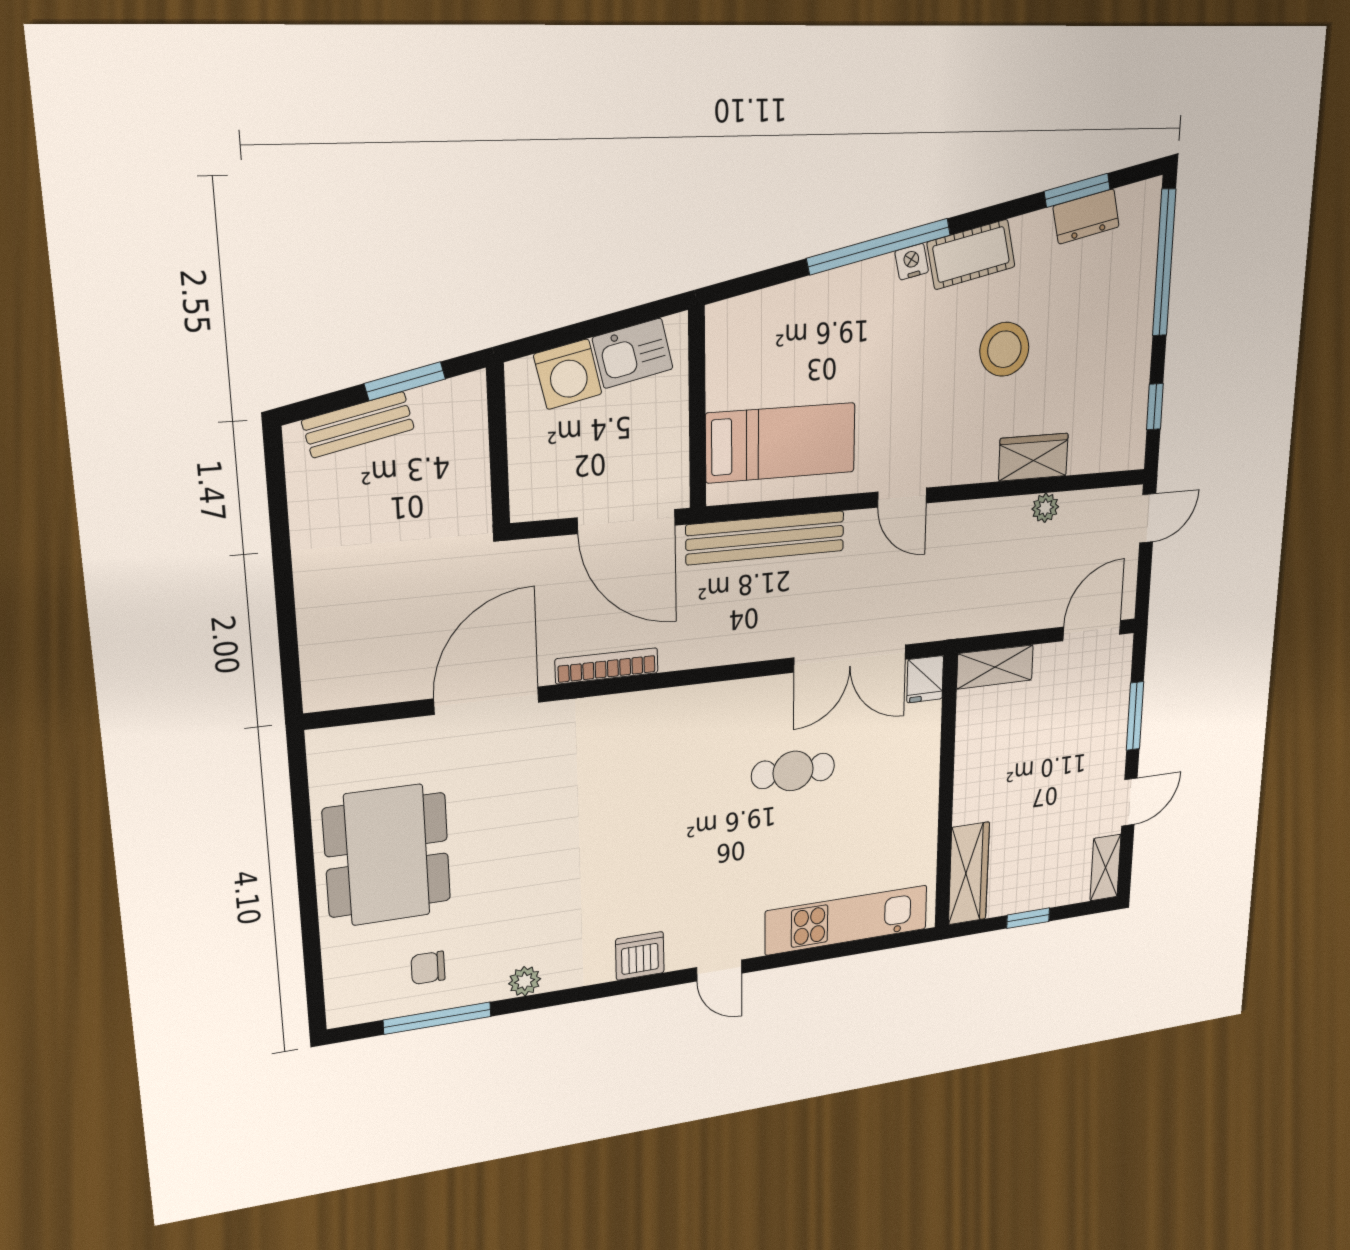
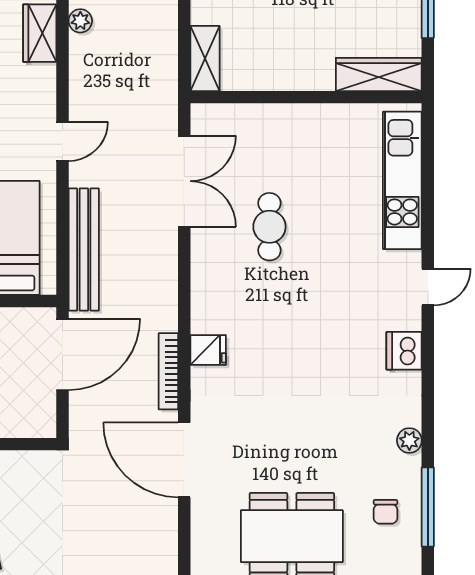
fridge: (925, 679) -> (208, 350), moved

